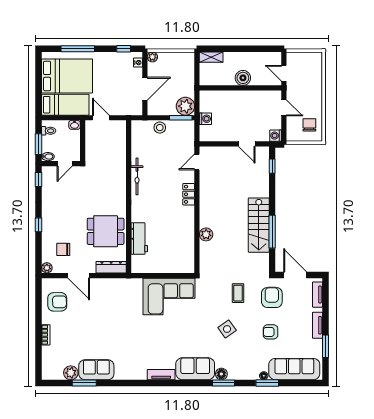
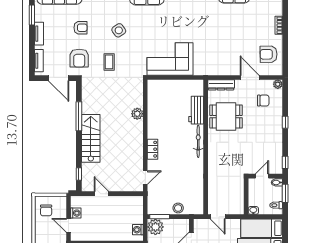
door: (101, 118) -> (218, 217), moved
washing machine: (205, 119) -> (138, 230), moved
washing machine: (276, 136) -> (76, 213), moved
bicycle: (137, 176) -> (198, 141), moved
stairs: (259, 225) -> (91, 138), moved

